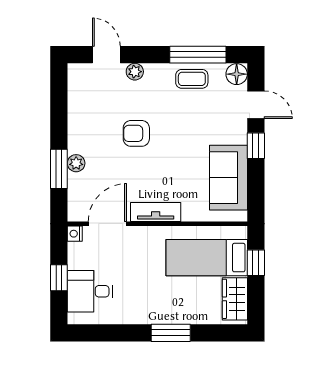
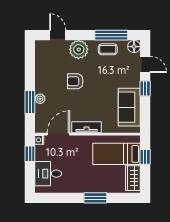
plant: (135, 72) -> (79, 49), width x1.88, depth x1.88
window: (59, 278) -> (30, 154), moved

